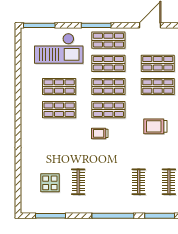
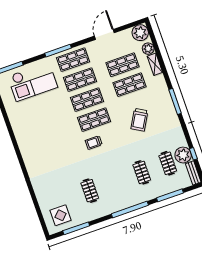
shop shelf: (59, 87) -> (45, 114), removed
shop shelf: (59, 110) -> (52, 134), removed
trolley: (155, 126) -> (139, 120), turned -60
display table: (50, 183) -> (61, 215), moved

